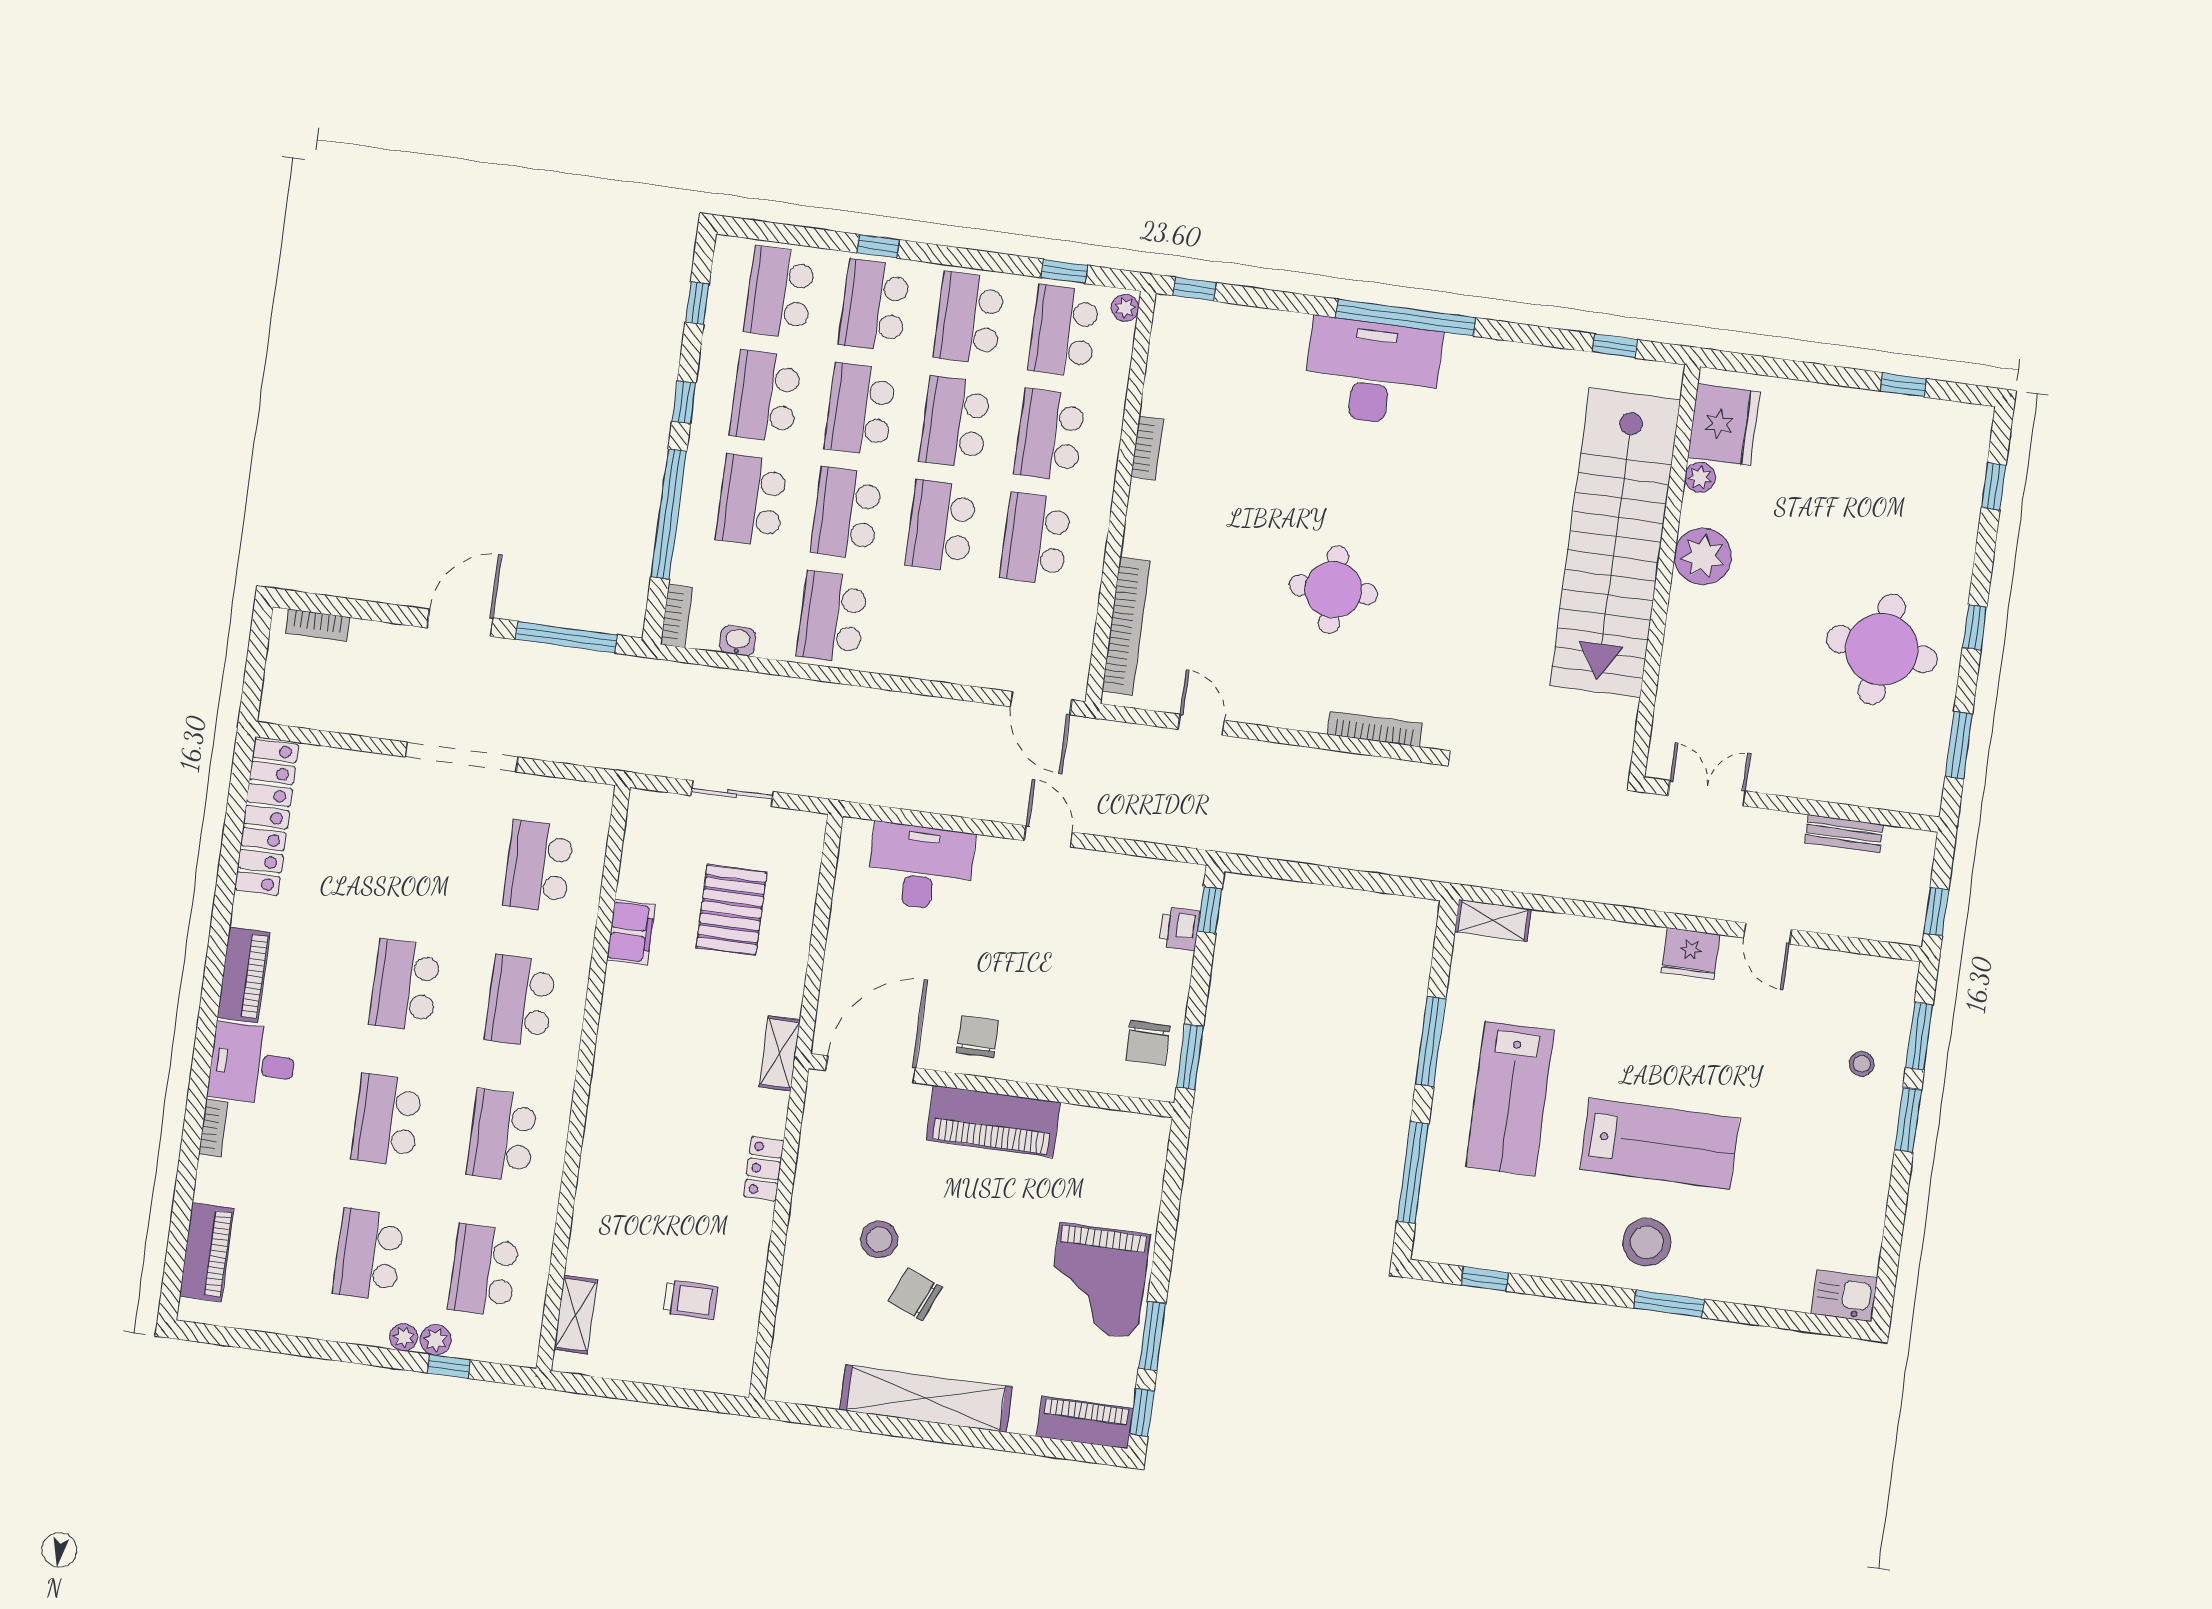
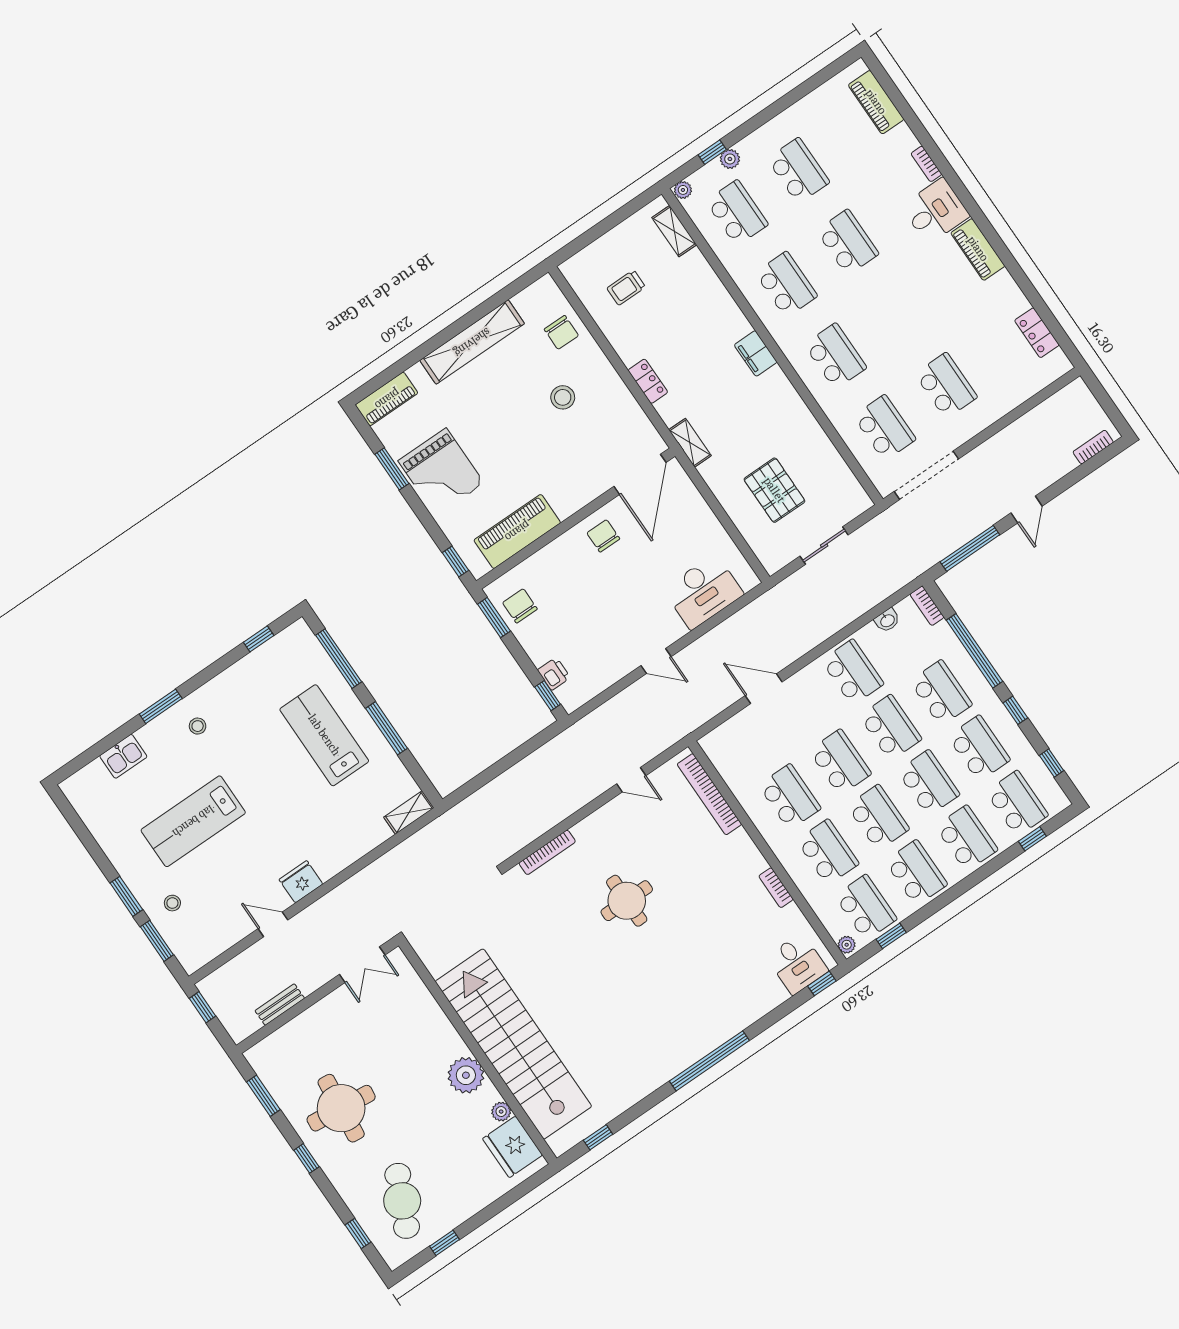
window: (878, 246) -> (1032, 839), moved
desk: (1372, 372) -> (797, 964), moved, width x0.53, depth x0.77
cafe table: (1908, 478) -> (402, 1201), added
door: (460, 623) -> (1027, 509), width x0.73
door: (1041, 703) -> (764, 689), moved
doorway: (462, 757) -> (926, 475), moved
locker: (266, 817) -> (1037, 333), width x0.46, depth x0.83
filing cabinet: (631, 932) -> (756, 353), moved
school desk: (405, 985) -> (946, 385), moved
chair: (978, 1037) -> (603, 536), turned 180
piano: (993, 1121) -> (517, 531), moved
lab bench: (1660, 1144) -> (193, 821), moved
stool: (1647, 1242) -> (198, 726), width x0.53, depth x0.53
grand piano: (1098, 1281) -> (441, 472), turned 180
chair: (915, 1294) -> (561, 332), moved, turned 67
kitchen sink: (1844, 1296) -> (123, 756), moved
plant: (404, 1337) -> (683, 190), moved
window: (1142, 1412) -> (455, 561), moved

